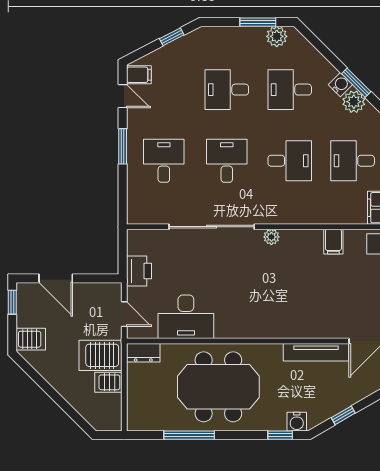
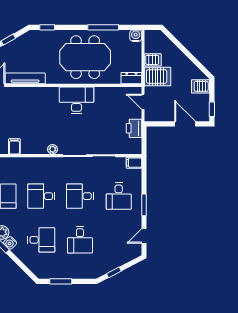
plant: (277, 36) -> (49, 273), removed
filing cabinet: (139, 75) -> (134, 163), moved
desk: (227, 90) -> (80, 240), turned 90
door: (123, 96) -> (144, 236), hinge flipped
desk: (227, 161) -> (80, 196), turned 90
desk: (186, 317) -> (76, 100), moved
water cooler: (297, 422) -> (136, 36), moved

